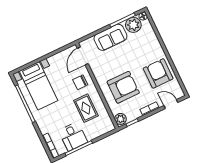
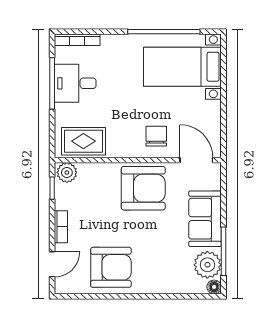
armchair: (123, 87) -> (143, 188), moved, turned -90
rug: (86, 108) -> (83, 141), moved

